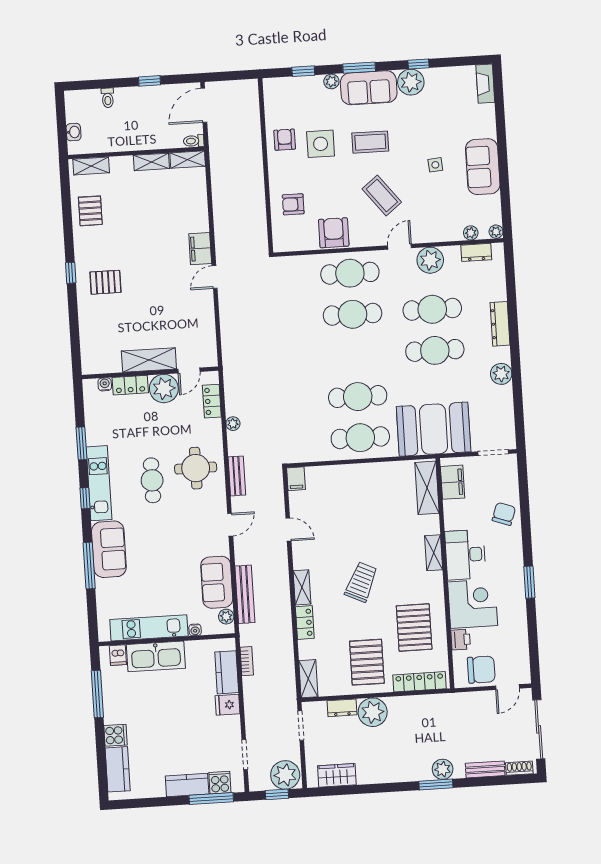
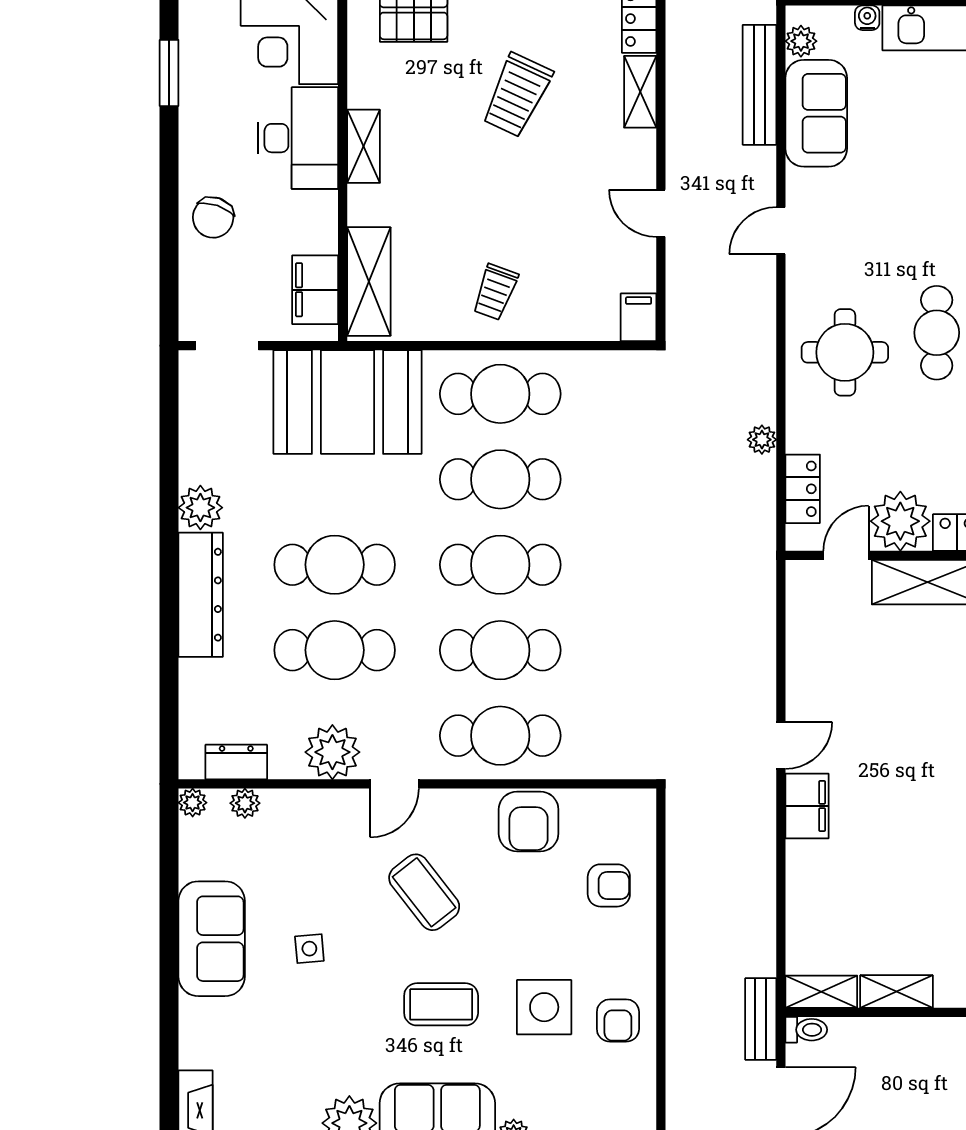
dresser: (500, 324) -> (201, 595), width x1.37, depth x1.24
cafe table: (355, 355) -> (500, 565), added
bench: (237, 476) -> (761, 1019), moved
trolley: (366, 487) -> (495, 292), added

